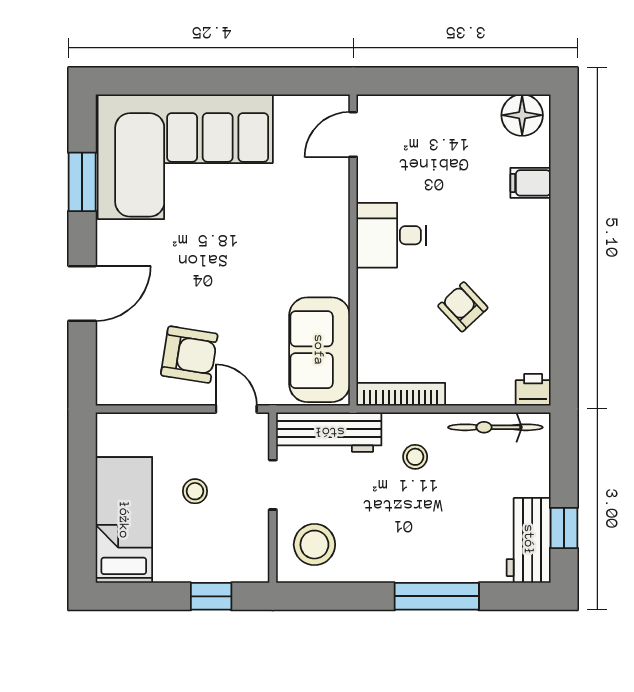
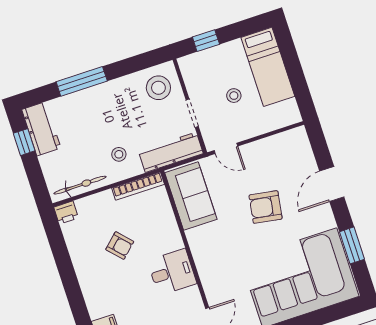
armchair: (189, 355) -> (266, 207), moved

